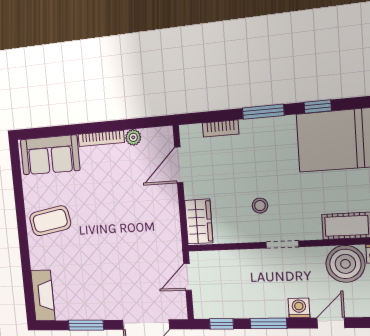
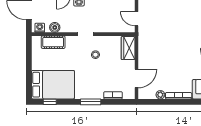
window: (318, 107) -> (50, 102), moved
boiler: (345, 264) -> (55, 27), width x0.54, depth x0.54
door: (188, 277) -> (137, 19), swing flipped

